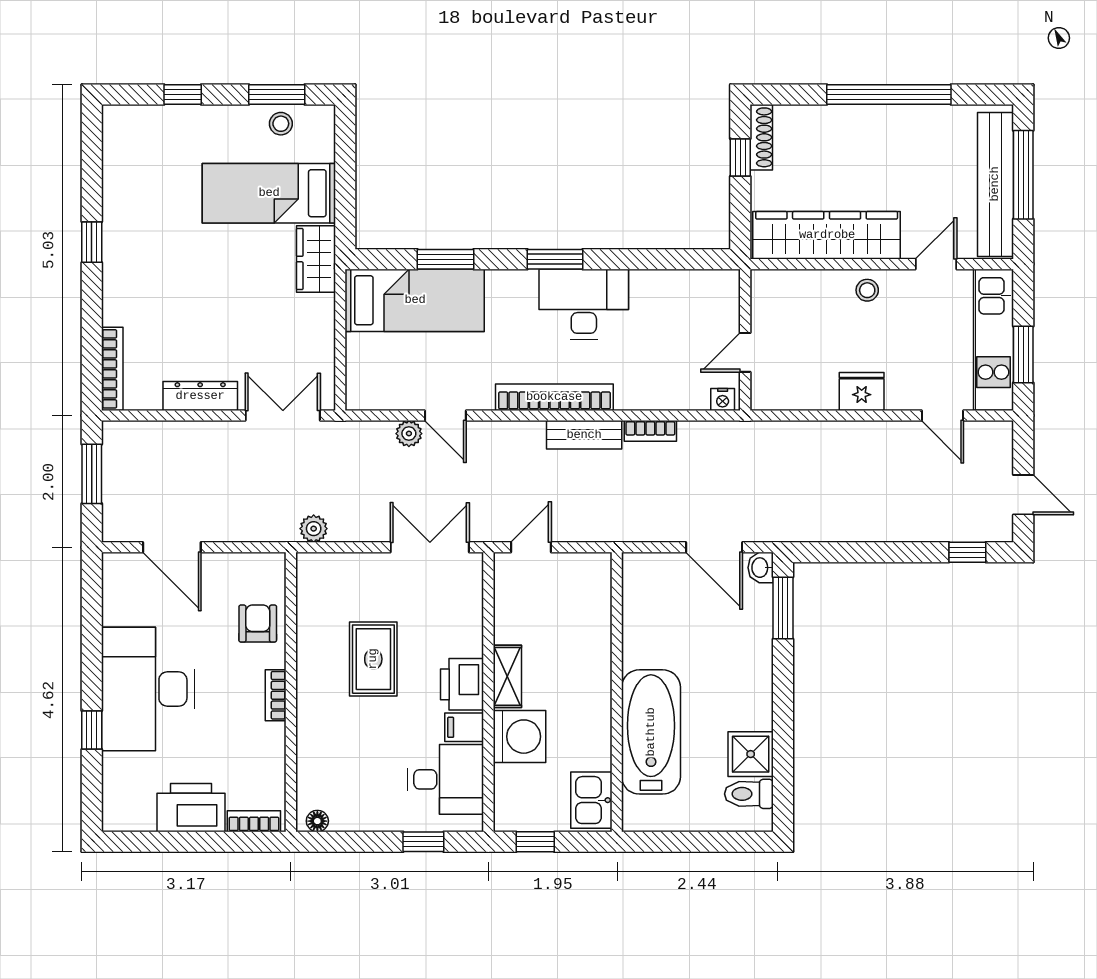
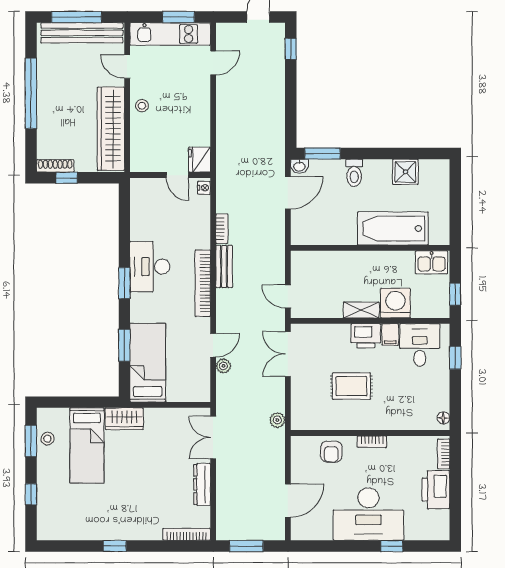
fridge: (862, 391) -> (200, 160), moved
armchair: (258, 624) -> (331, 452), turned -90
toilet: (749, 794) -> (354, 173), moved

